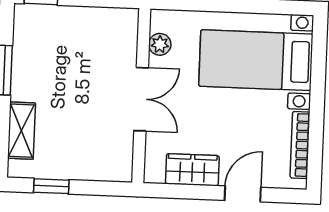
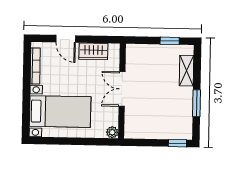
plant: (160, 44) -> (112, 132), moved
door: (243, 194) -> (66, 39), hinge flipped

